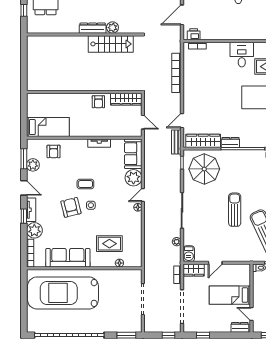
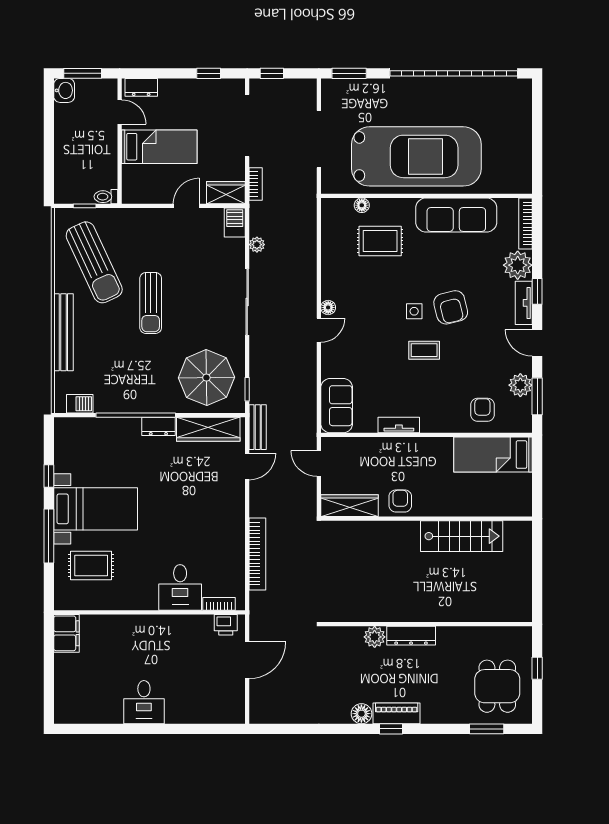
stairs: (111, 44) -> (462, 536), moved, turned 180
desk: (242, 55) -> (180, 587), moved
plant: (133, 178) -> (336, 362), removed
car: (63, 293) -> (416, 156), moved

